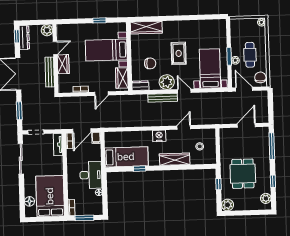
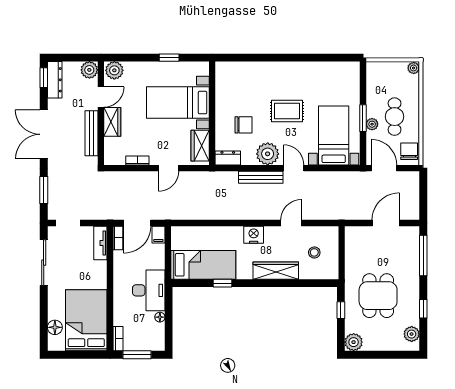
wardrobe: (146, 28) -> (239, 71), removed
plant: (64, 30) -> (114, 70), added
rug: (179, 53) -> (287, 111), turned 90

